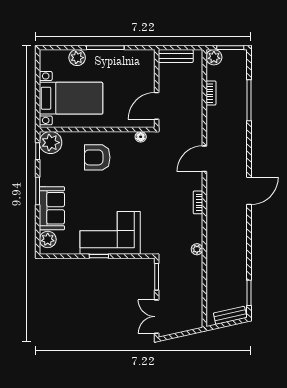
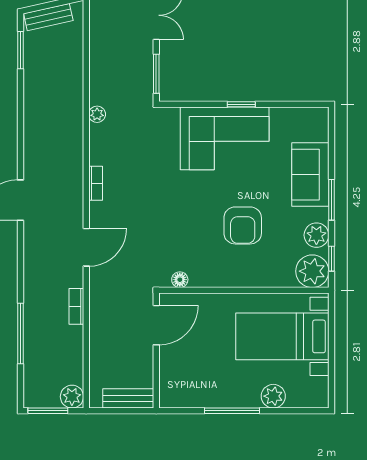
bookcase: (211, 93) -> (76, 306), moved
armchair: (97, 157) -> (243, 225), moved, turned 90
plant: (48, 239) -> (316, 235), moved

